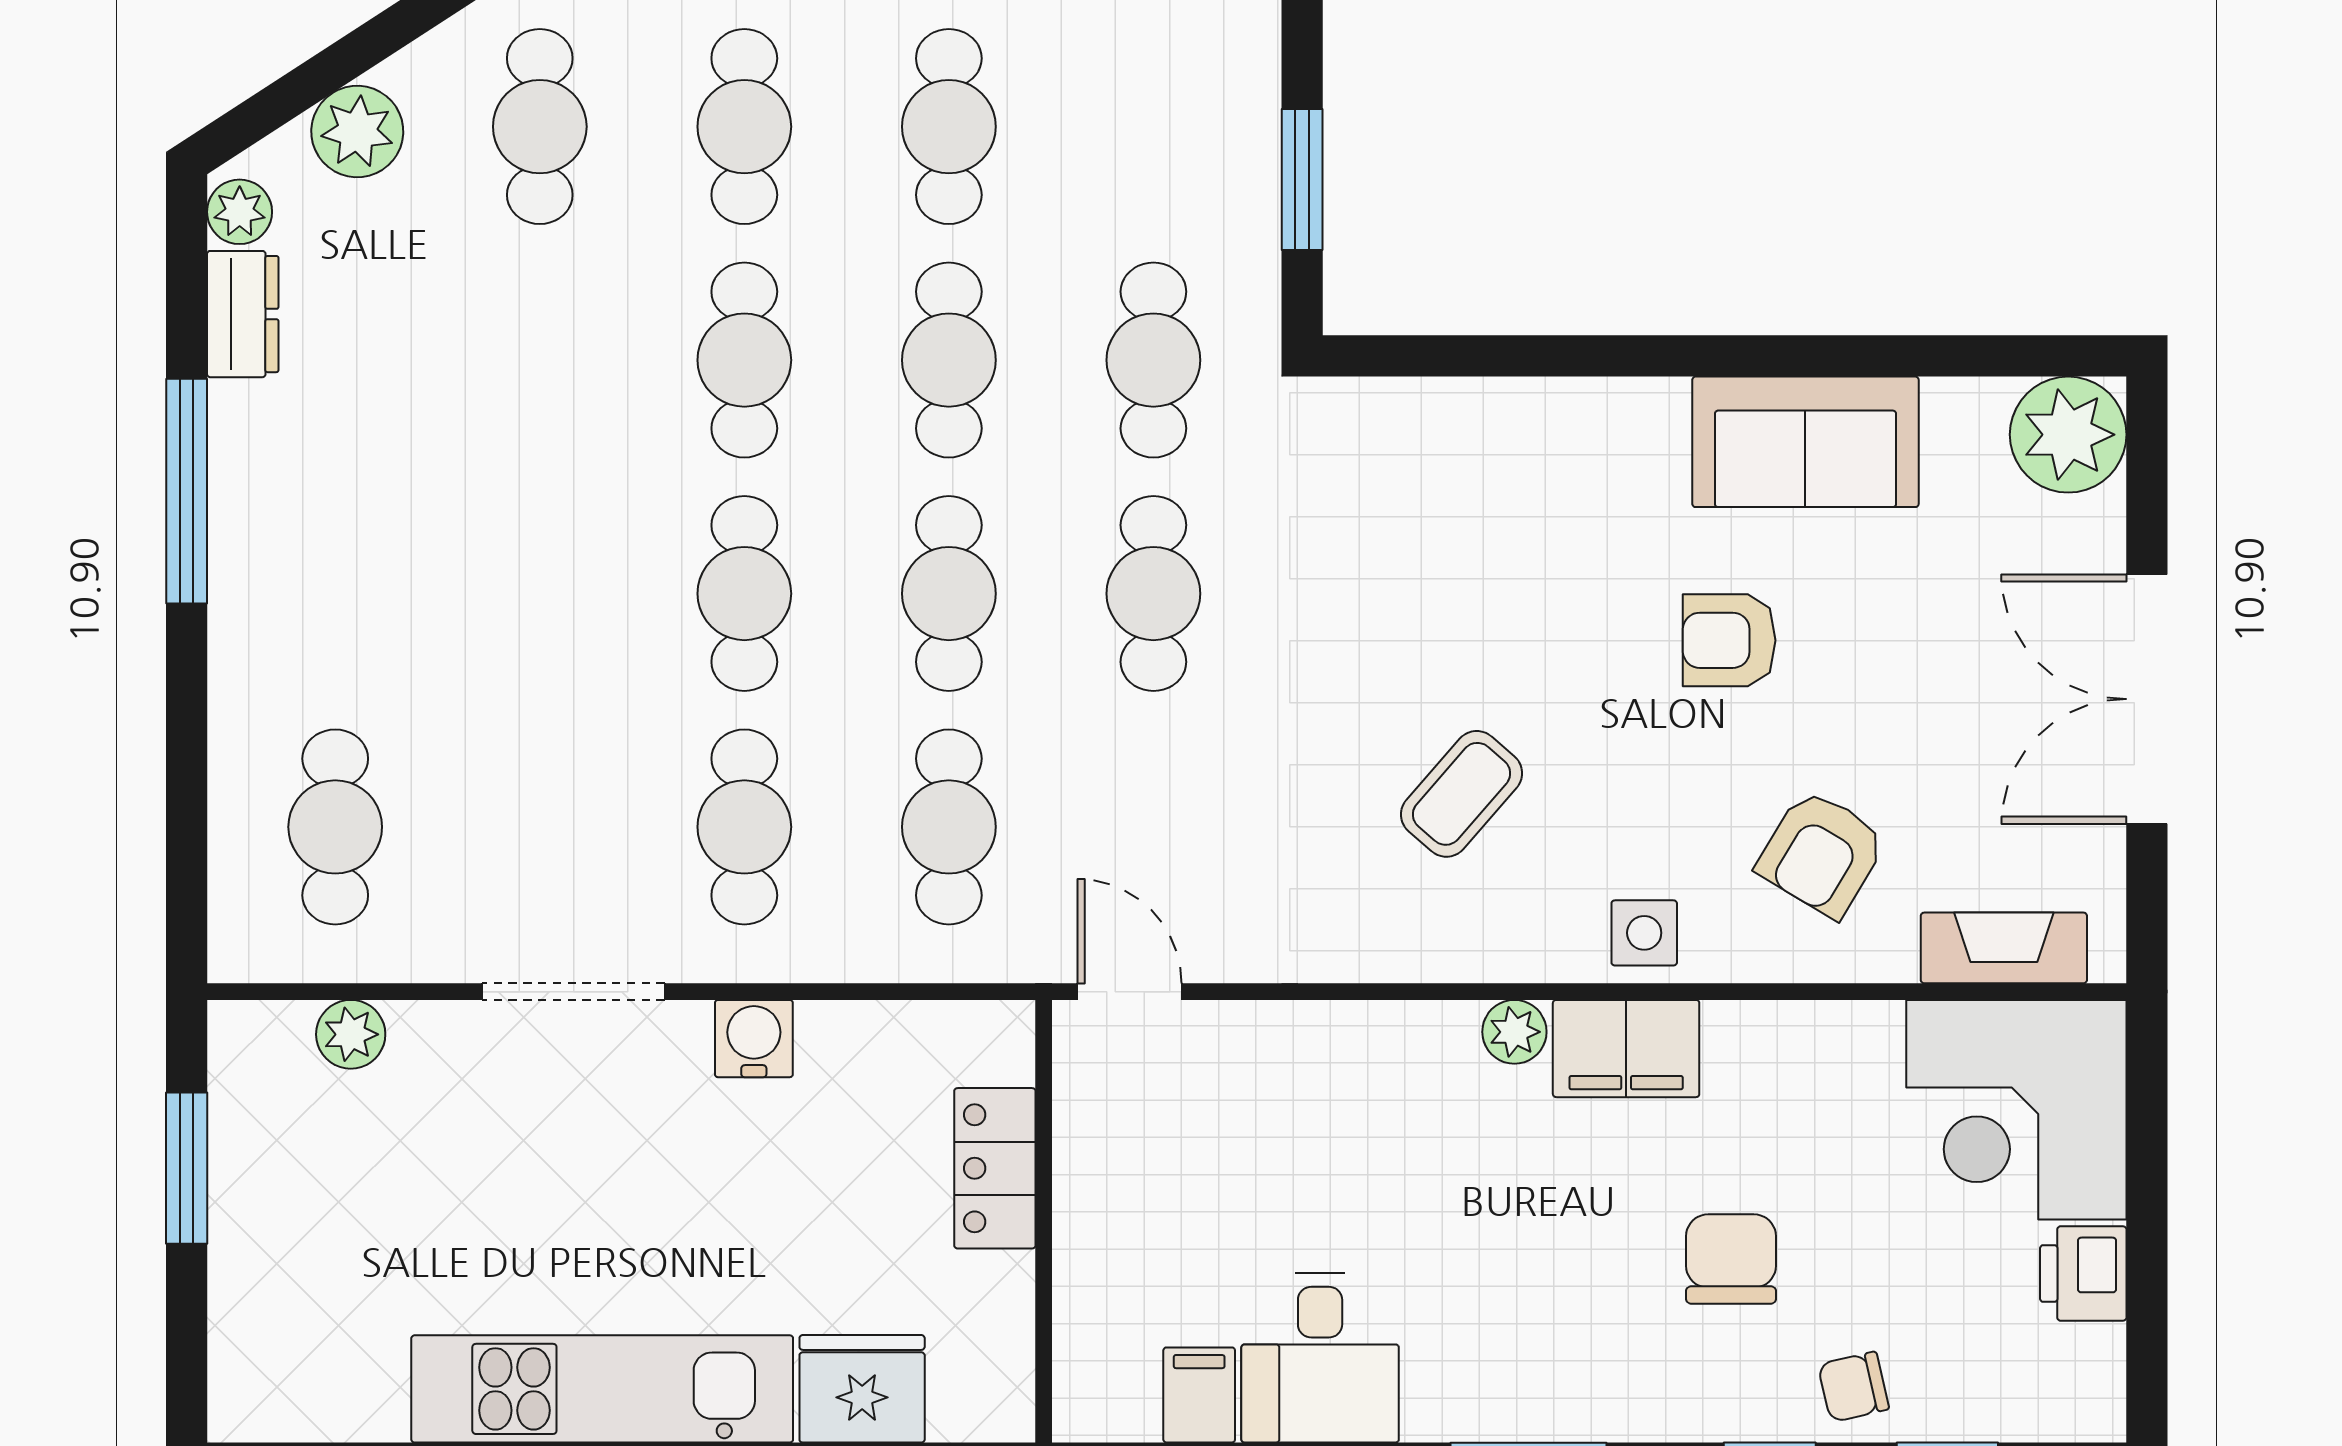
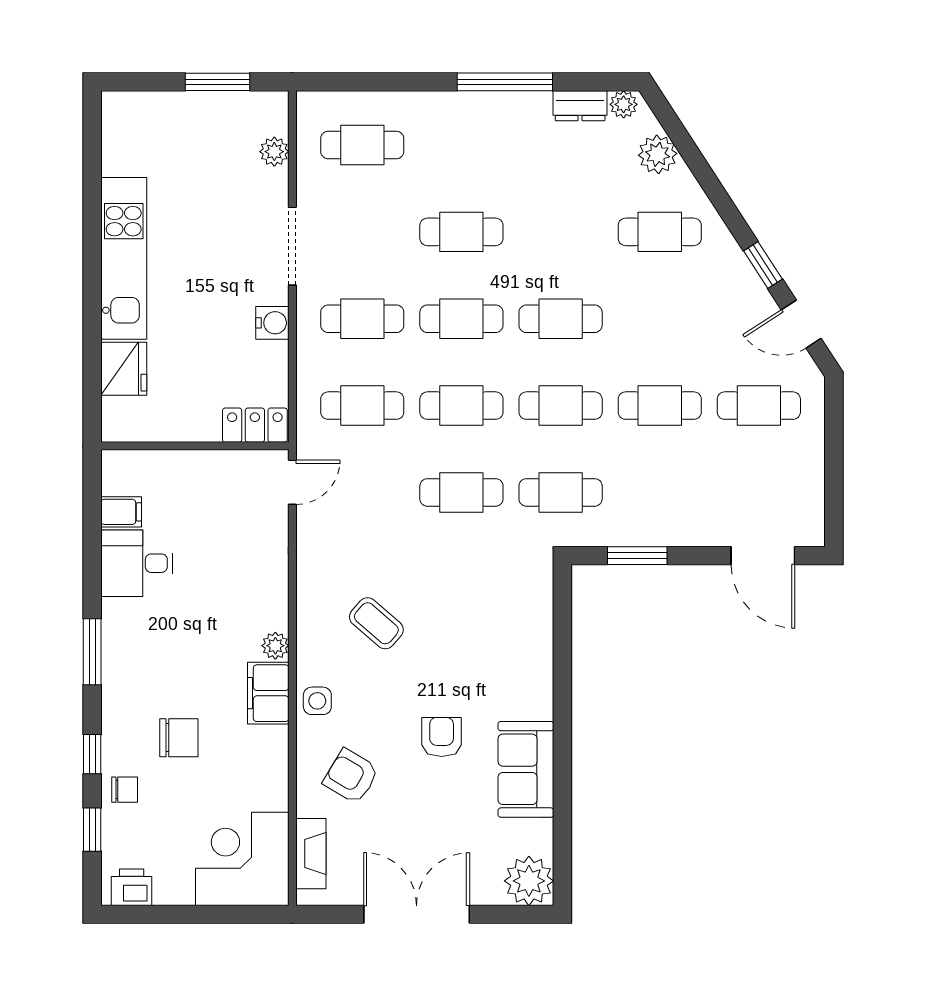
cafe table: (744, 127) -> (461, 232), moved
locker: (995, 1168) -> (255, 425), moved
printer: (2083, 1273) -> (132, 887), moved
chair: (1853, 1387) -> (125, 790), turned 103

